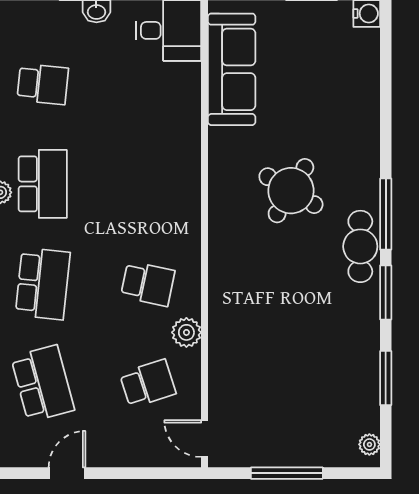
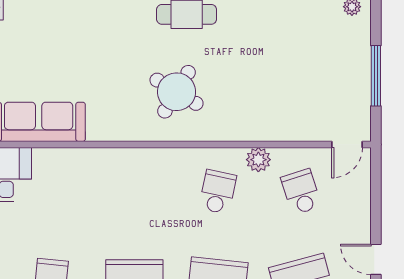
round table: (291, 191) -> (177, 92), moved

